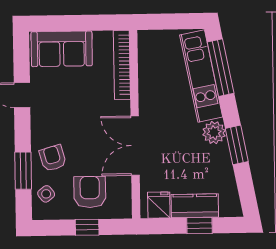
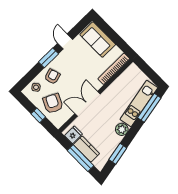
window: (237, 145) -> (118, 154), moved
window: (23, 171) -> (49, 58), moved
armchair: (90, 192) -> (53, 103), turned -64
window: (199, 225) -> (81, 158), width x2.17

